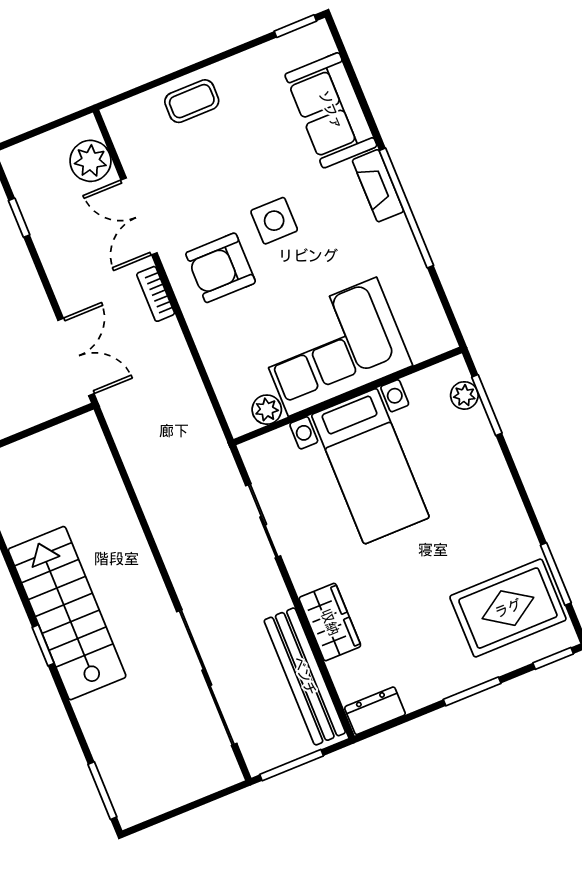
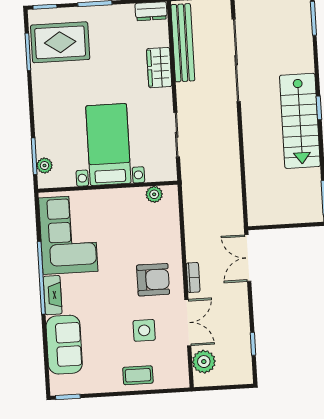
side table: (274, 221) -> (144, 330), moved
corner sofa: (332, 347) -> (68, 235), moved, turned -90

